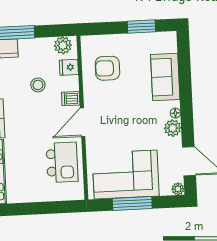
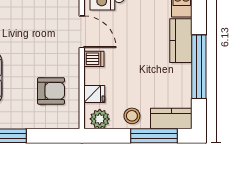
stool: (38, 85) -> (132, 116), moved
door: (83, 122) -> (82, 32), hinge flipped

